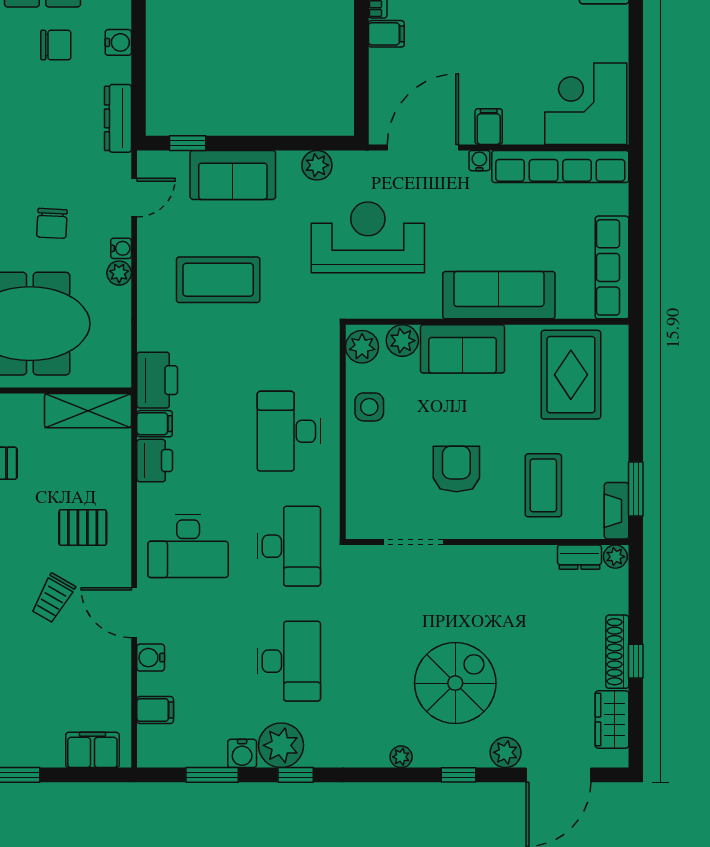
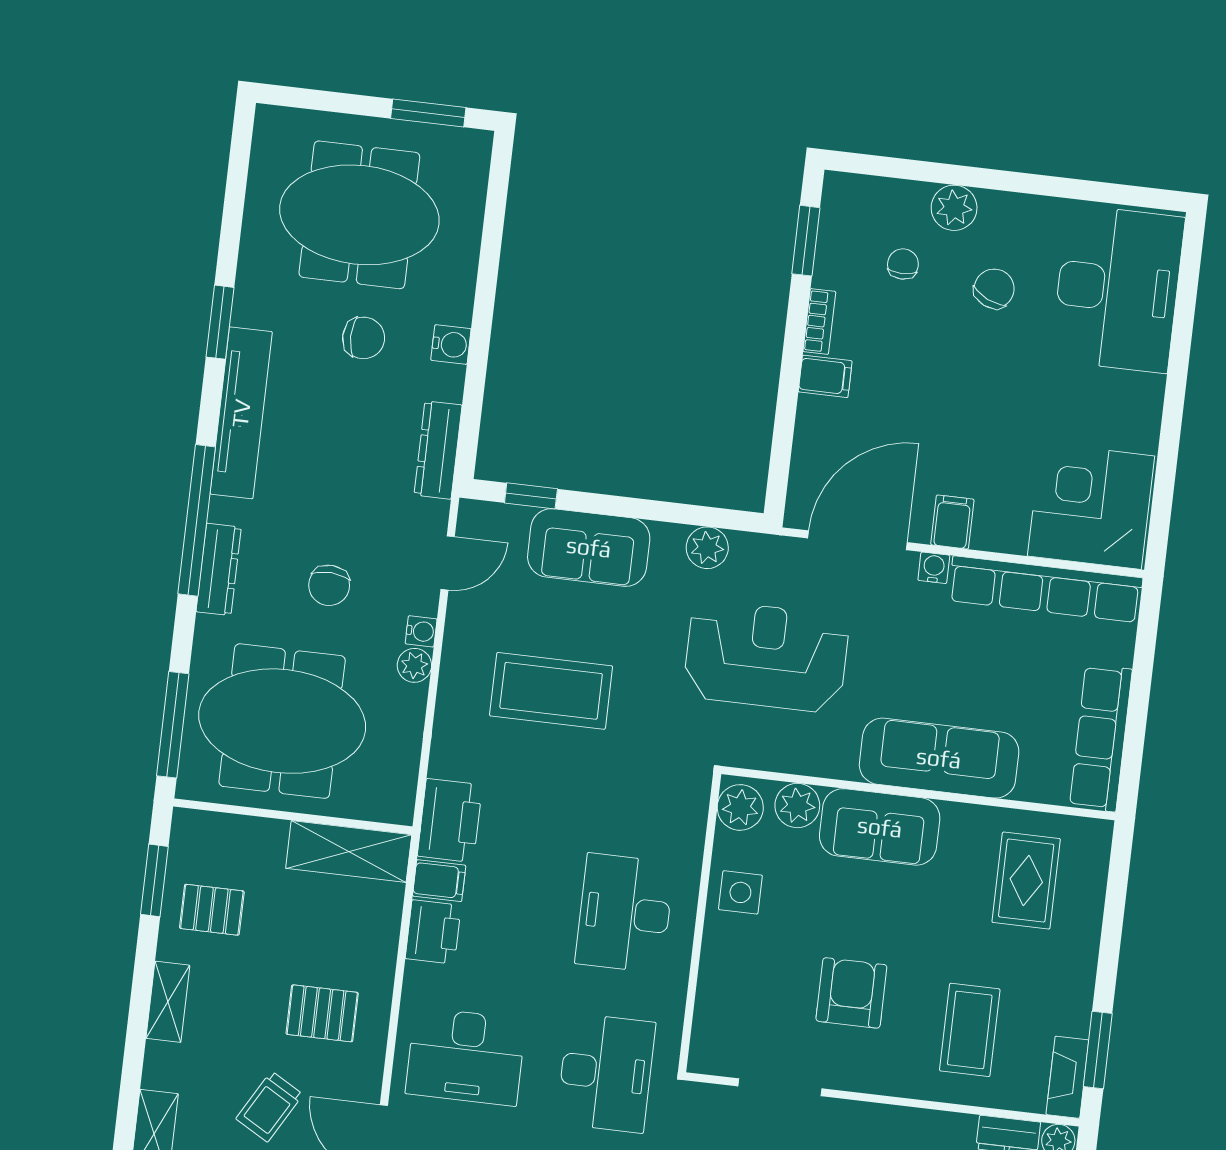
rug: (571, 375) -> (1026, 881), width x0.73, depth x0.70

